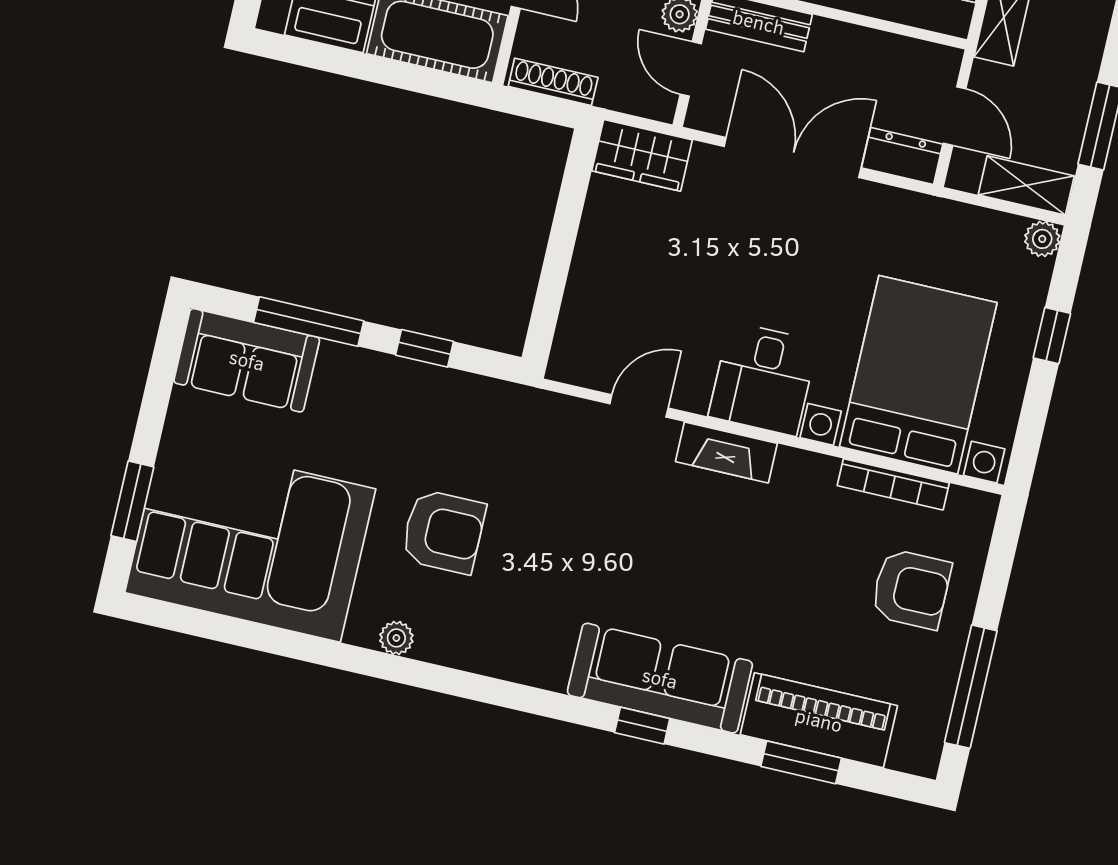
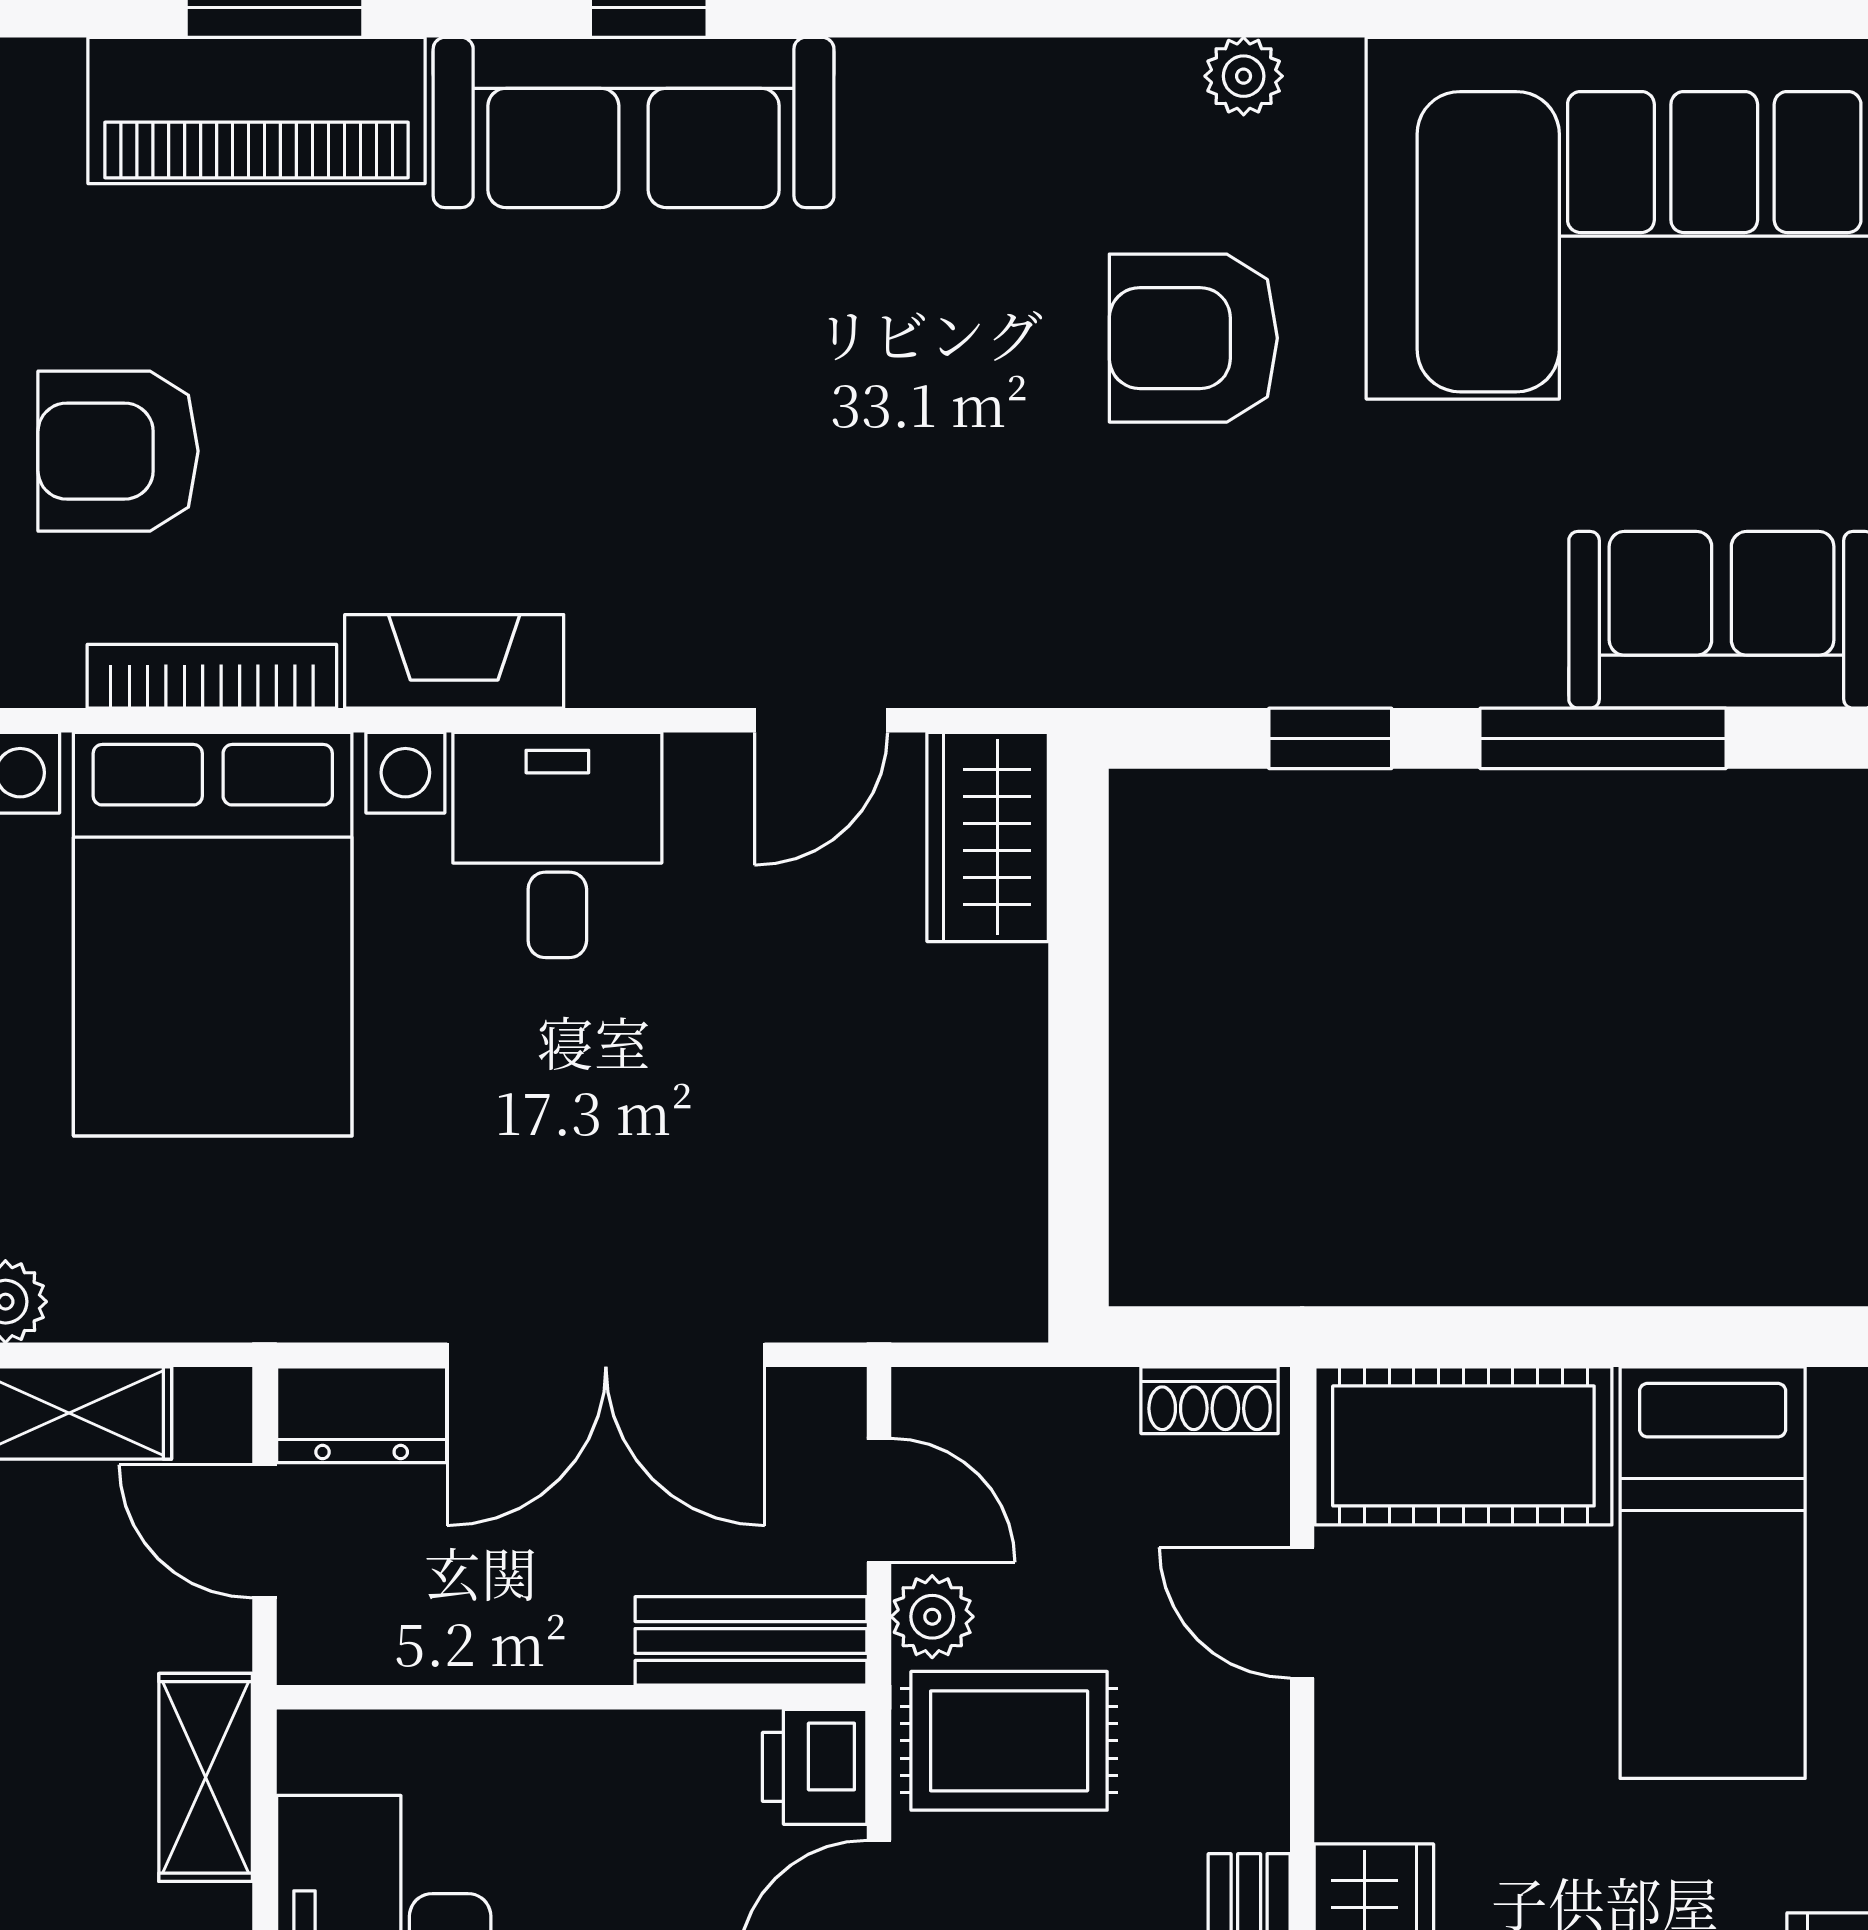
shoe rack: (553, 82) -> (1210, 1400), width x0.70
wardrobe: (642, 155) -> (988, 837), moved, turned -90
fireplace: (726, 452) -> (454, 661), moved

